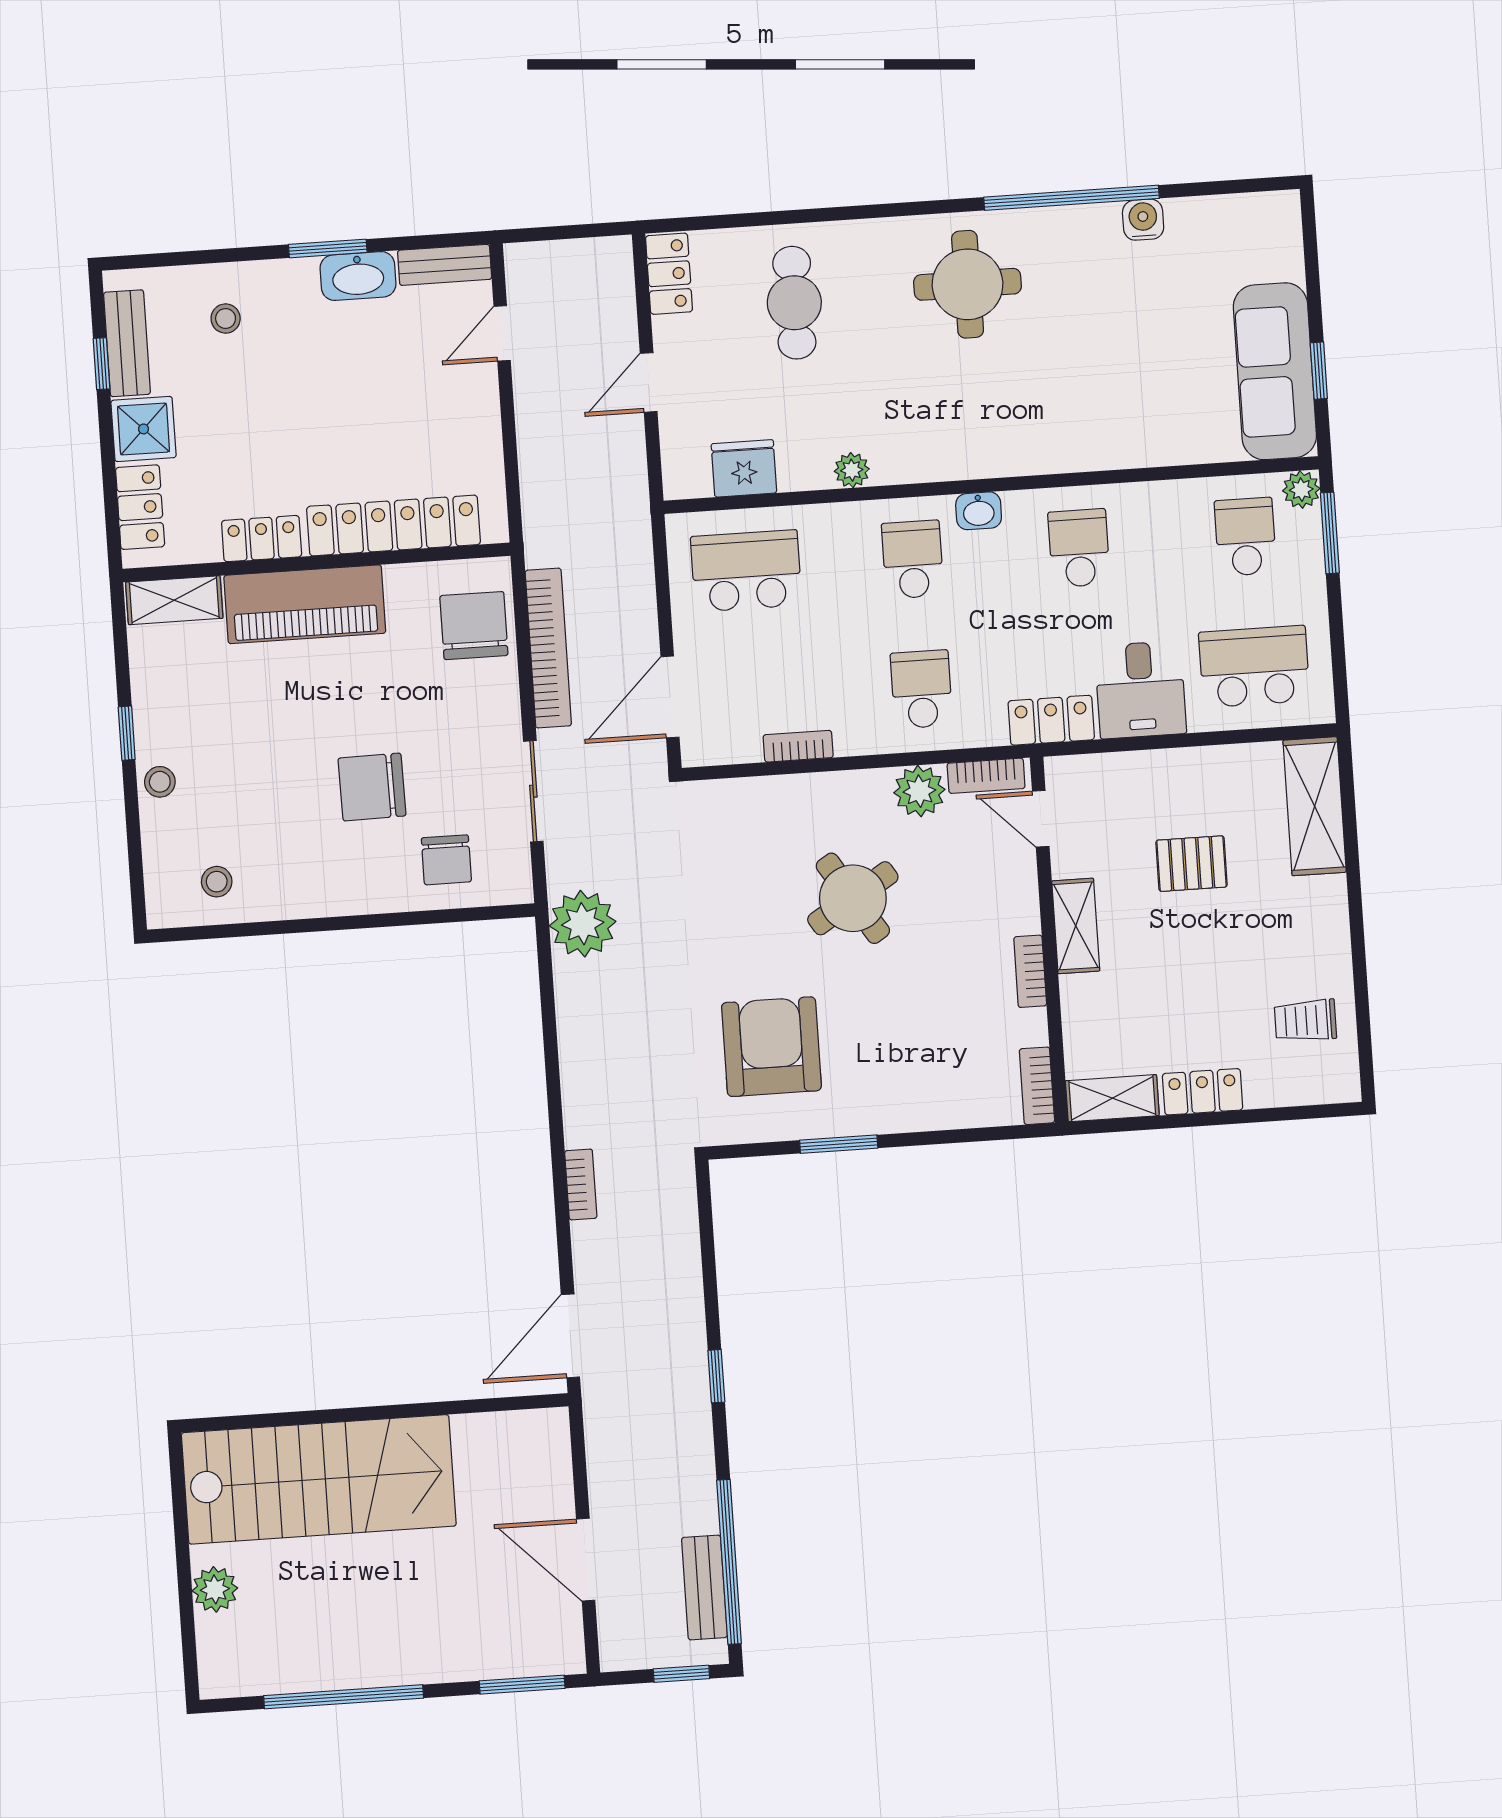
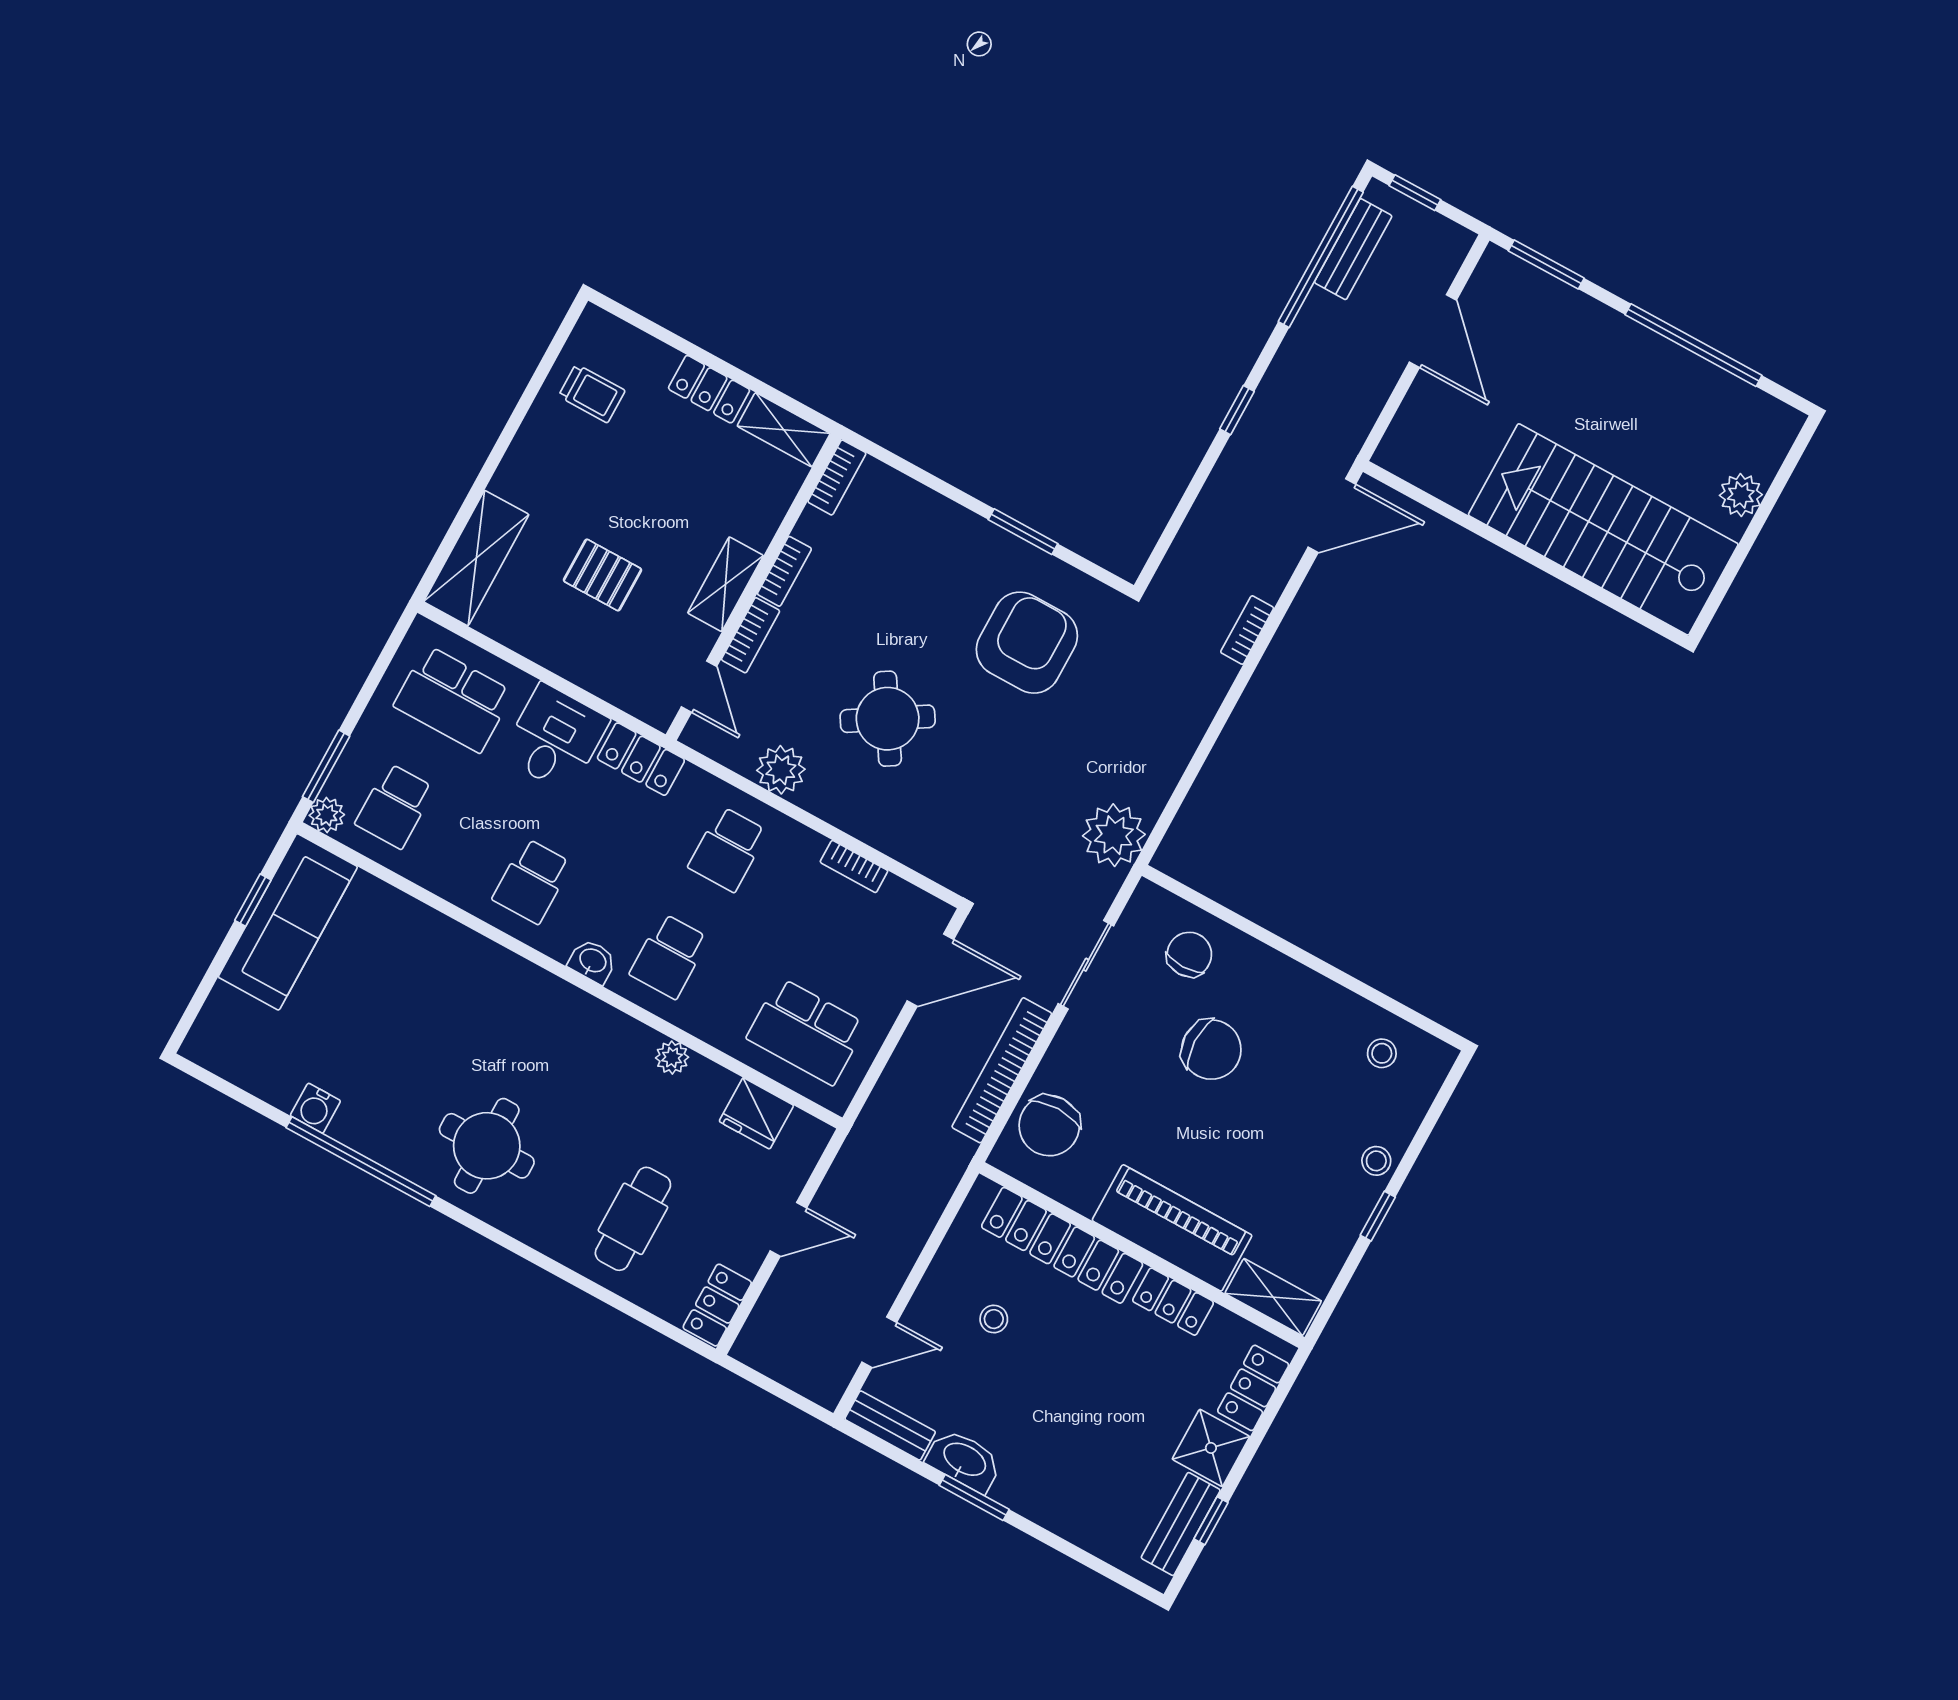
stool: (226, 319) -> (994, 1319), moved
bookcase: (986, 776) -> (751, 635), moved, turned 90
armchair: (771, 1047) -> (1027, 643), turned 180

